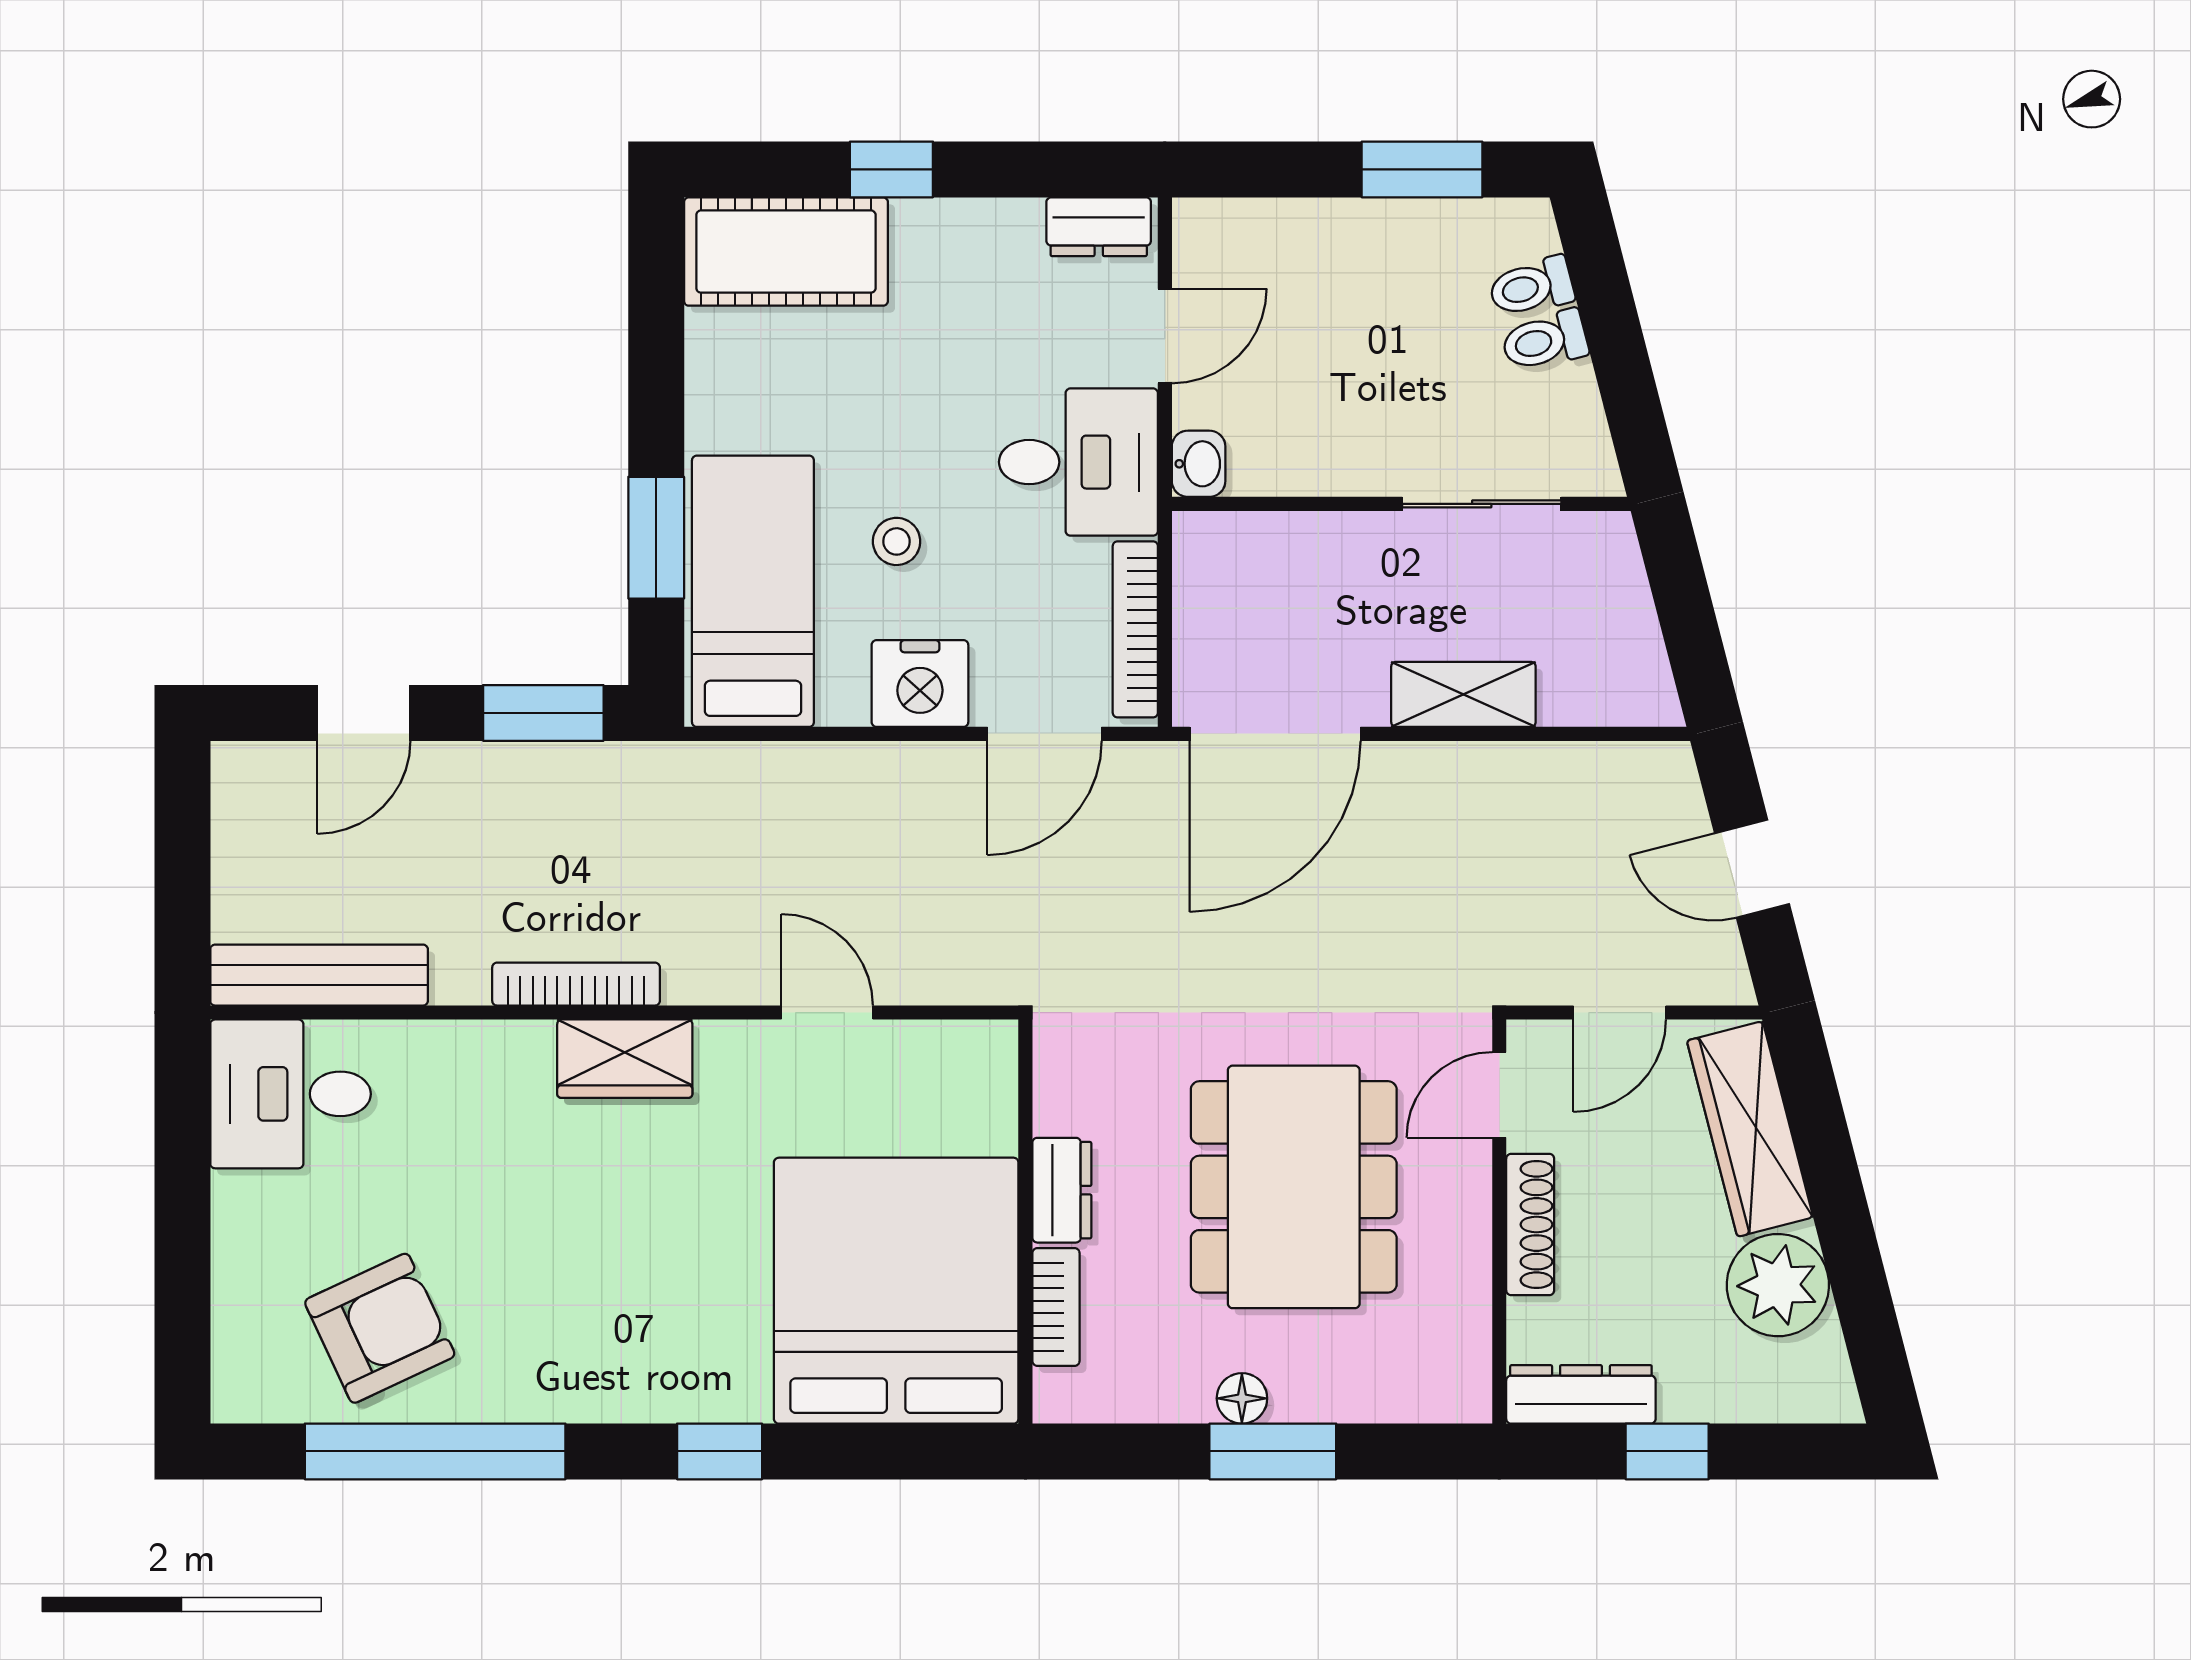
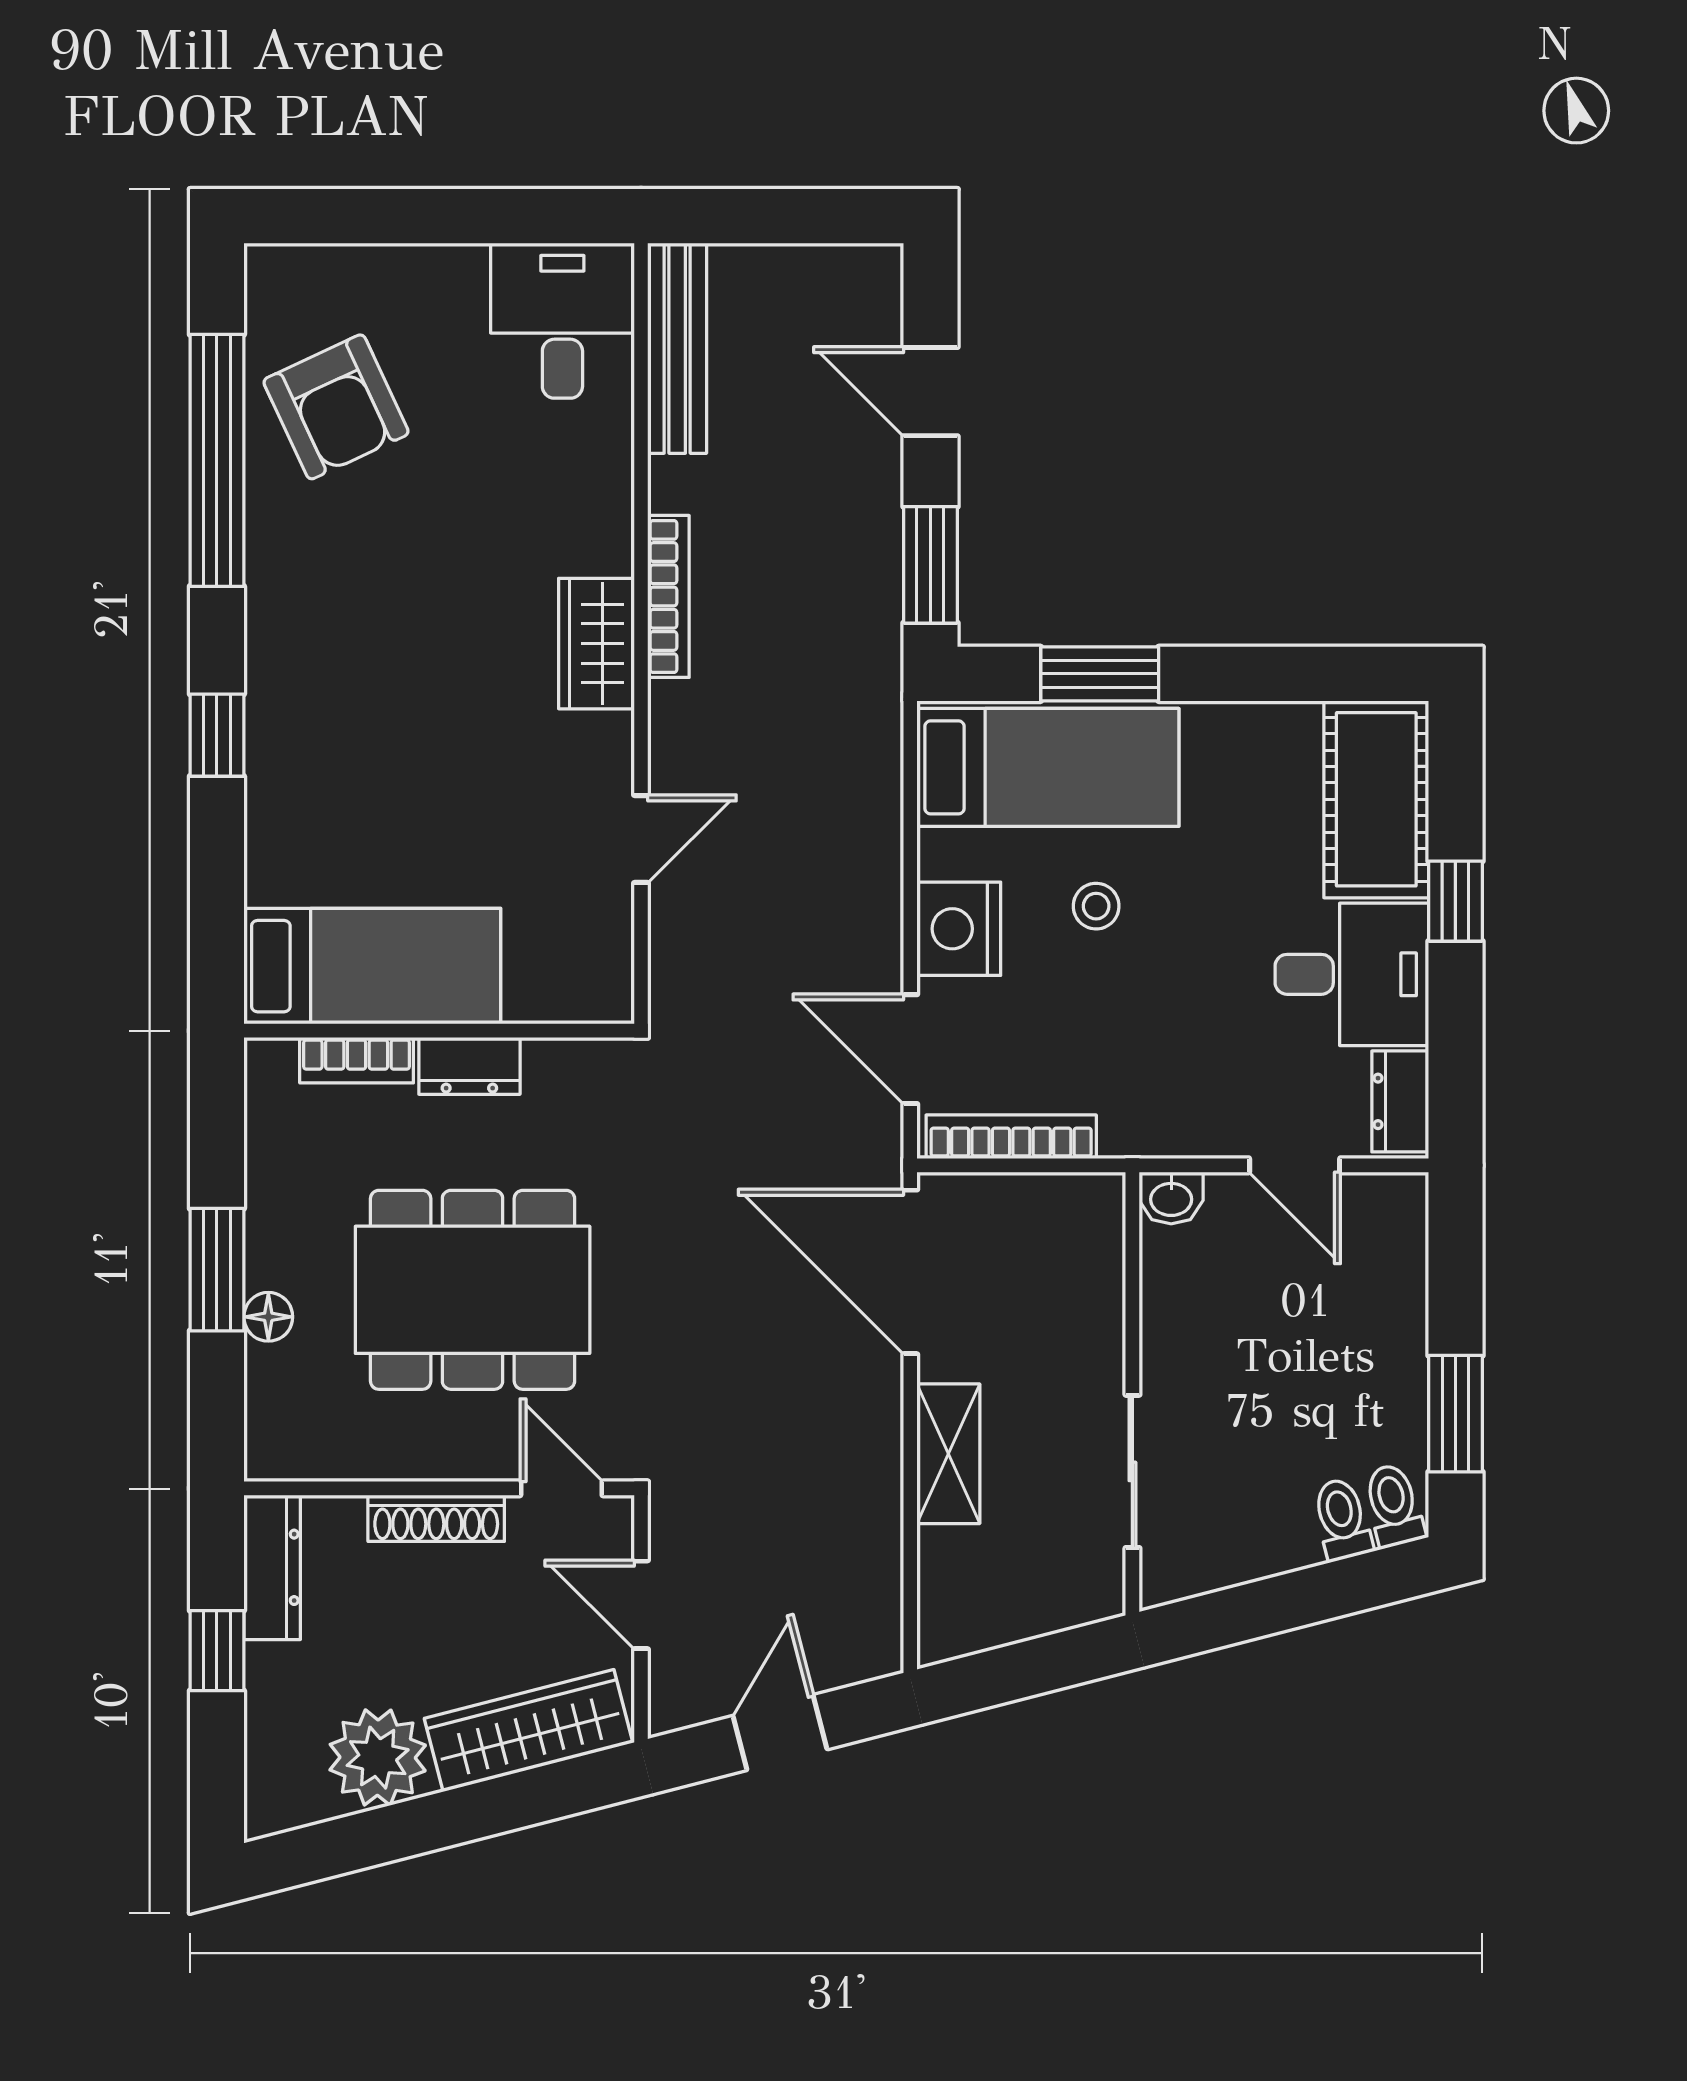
toilet: (1545, 341) -> (1394, 1505), moved
desk: (1078, 462) -> (1352, 974), moved, turned -90
bed: (896, 1291) -> (372, 966), width x0.49
floor lamp: (1242, 1398) -> (268, 1317), moved

